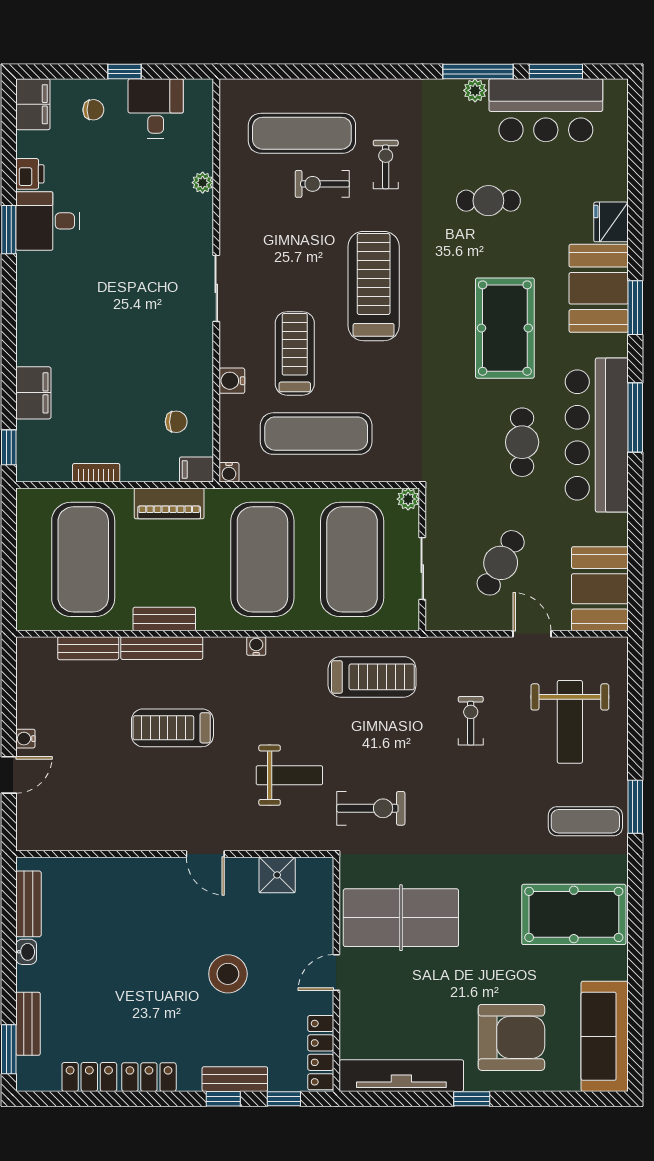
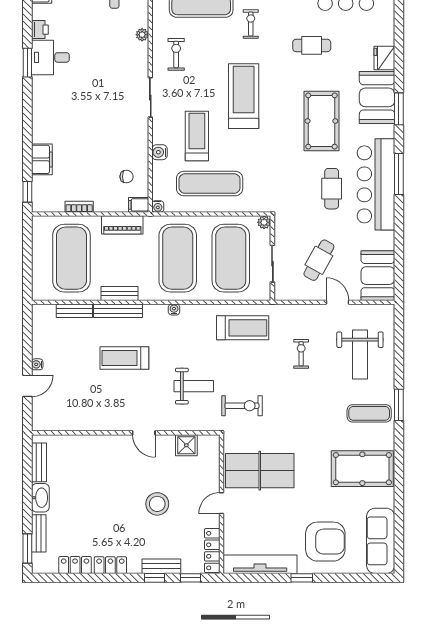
exercise bike: (322, 184) -> (176, 54), moved, turned 90
washbasin: (26, 952) -> (40, 498), width x1.91, depth x1.45

